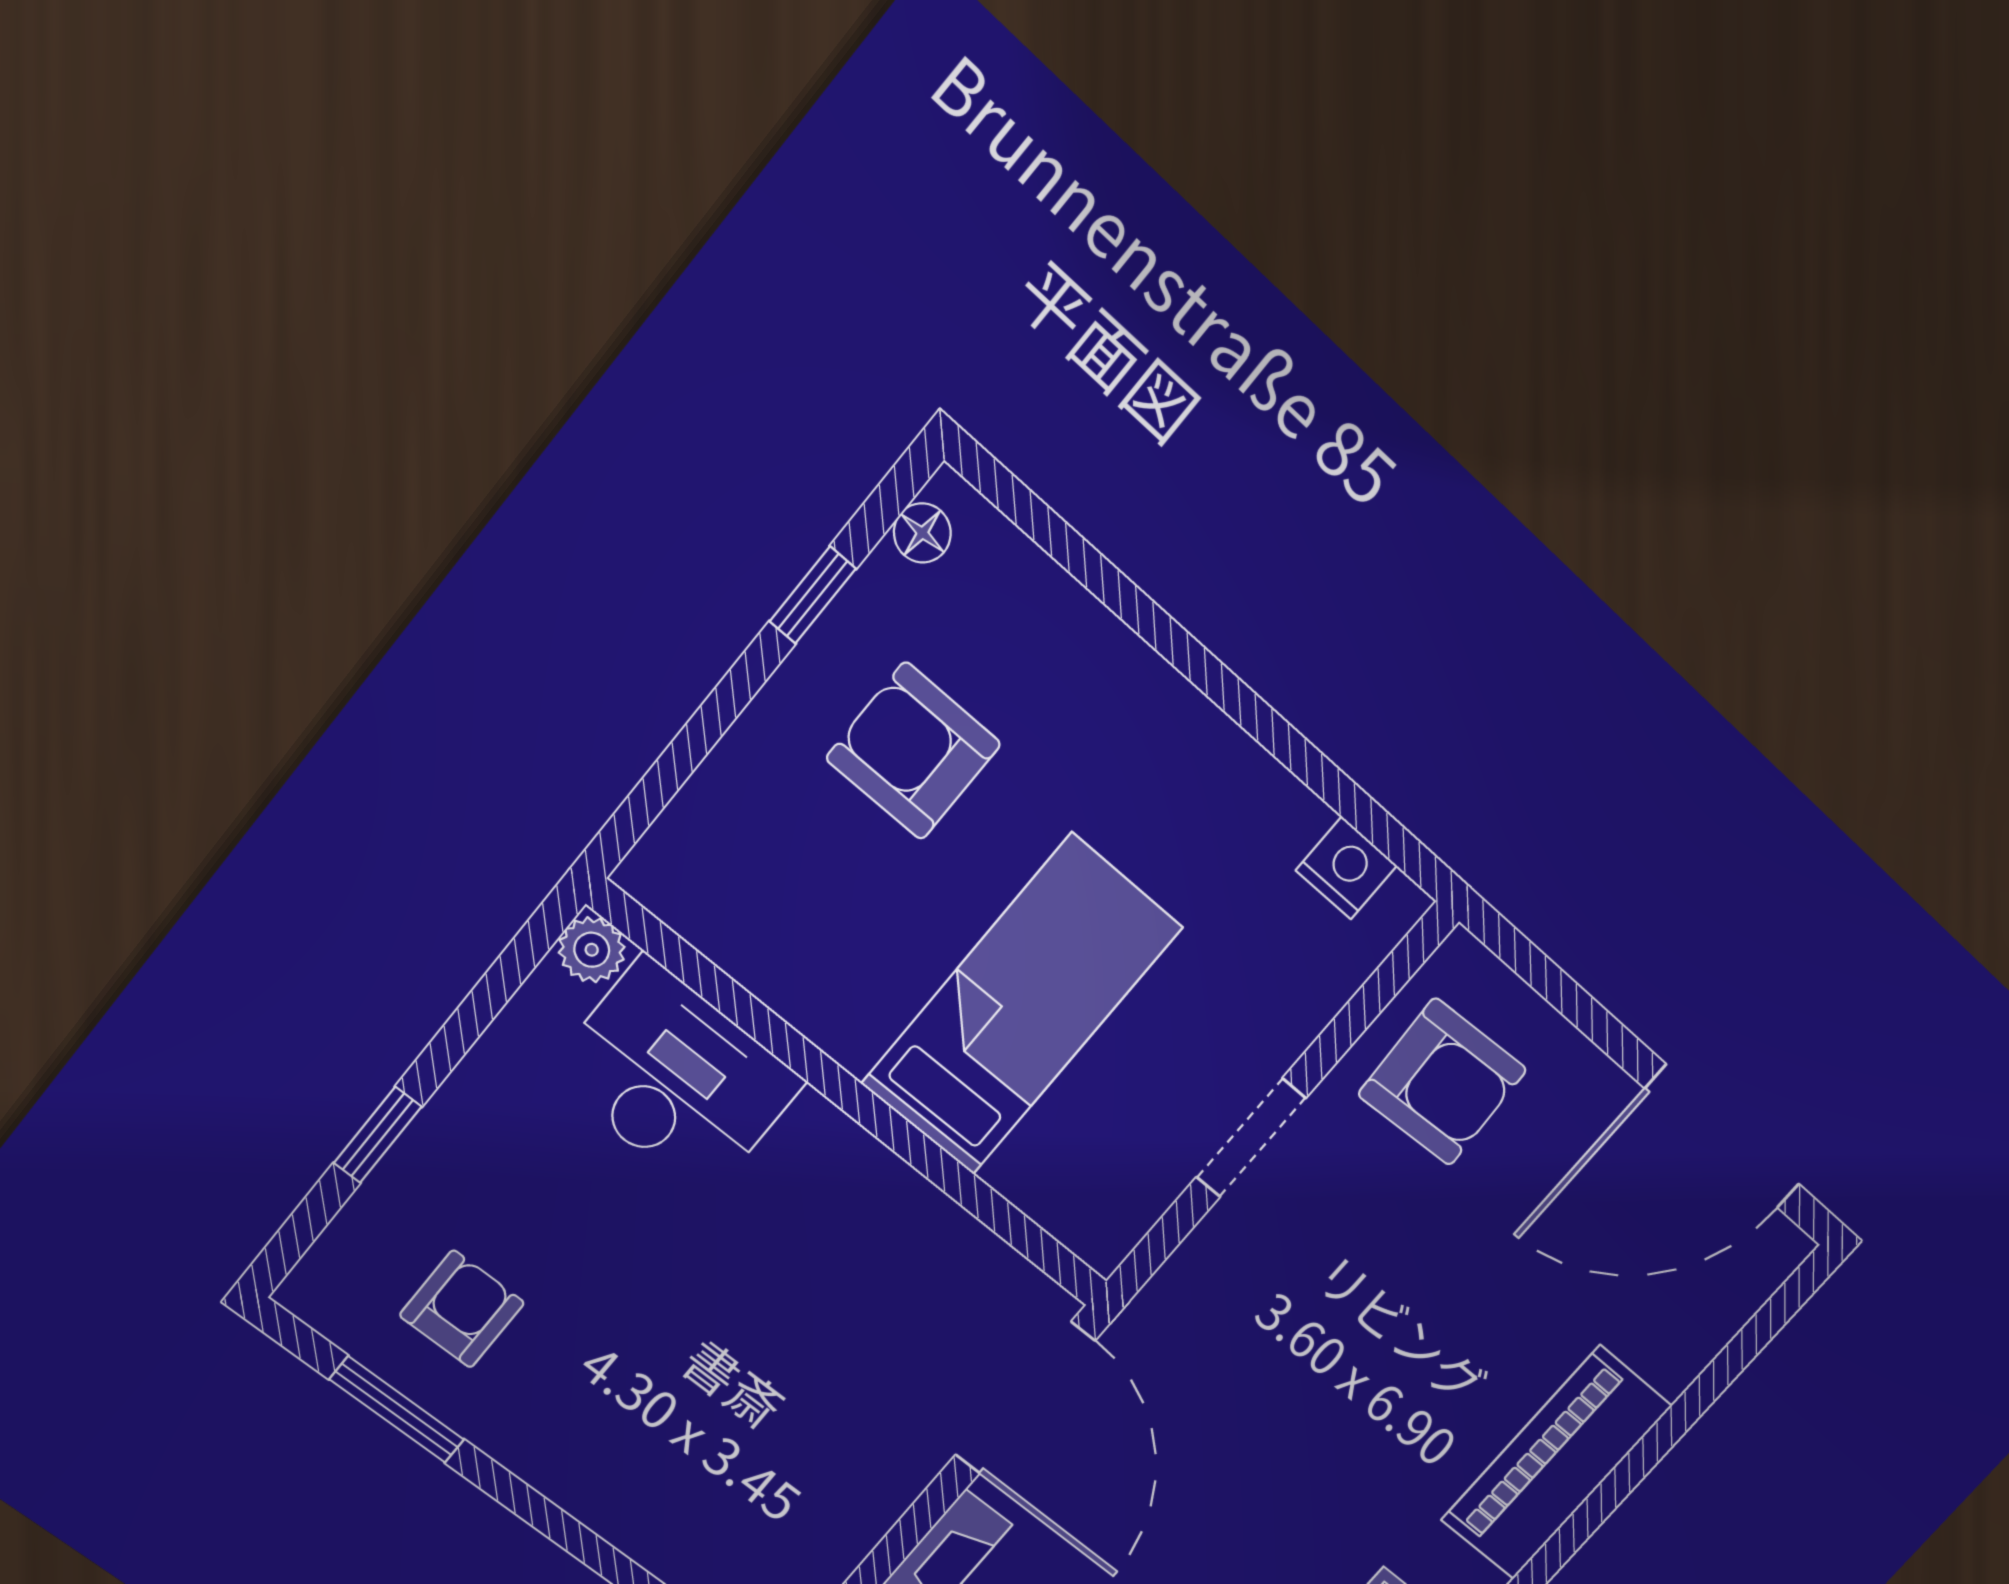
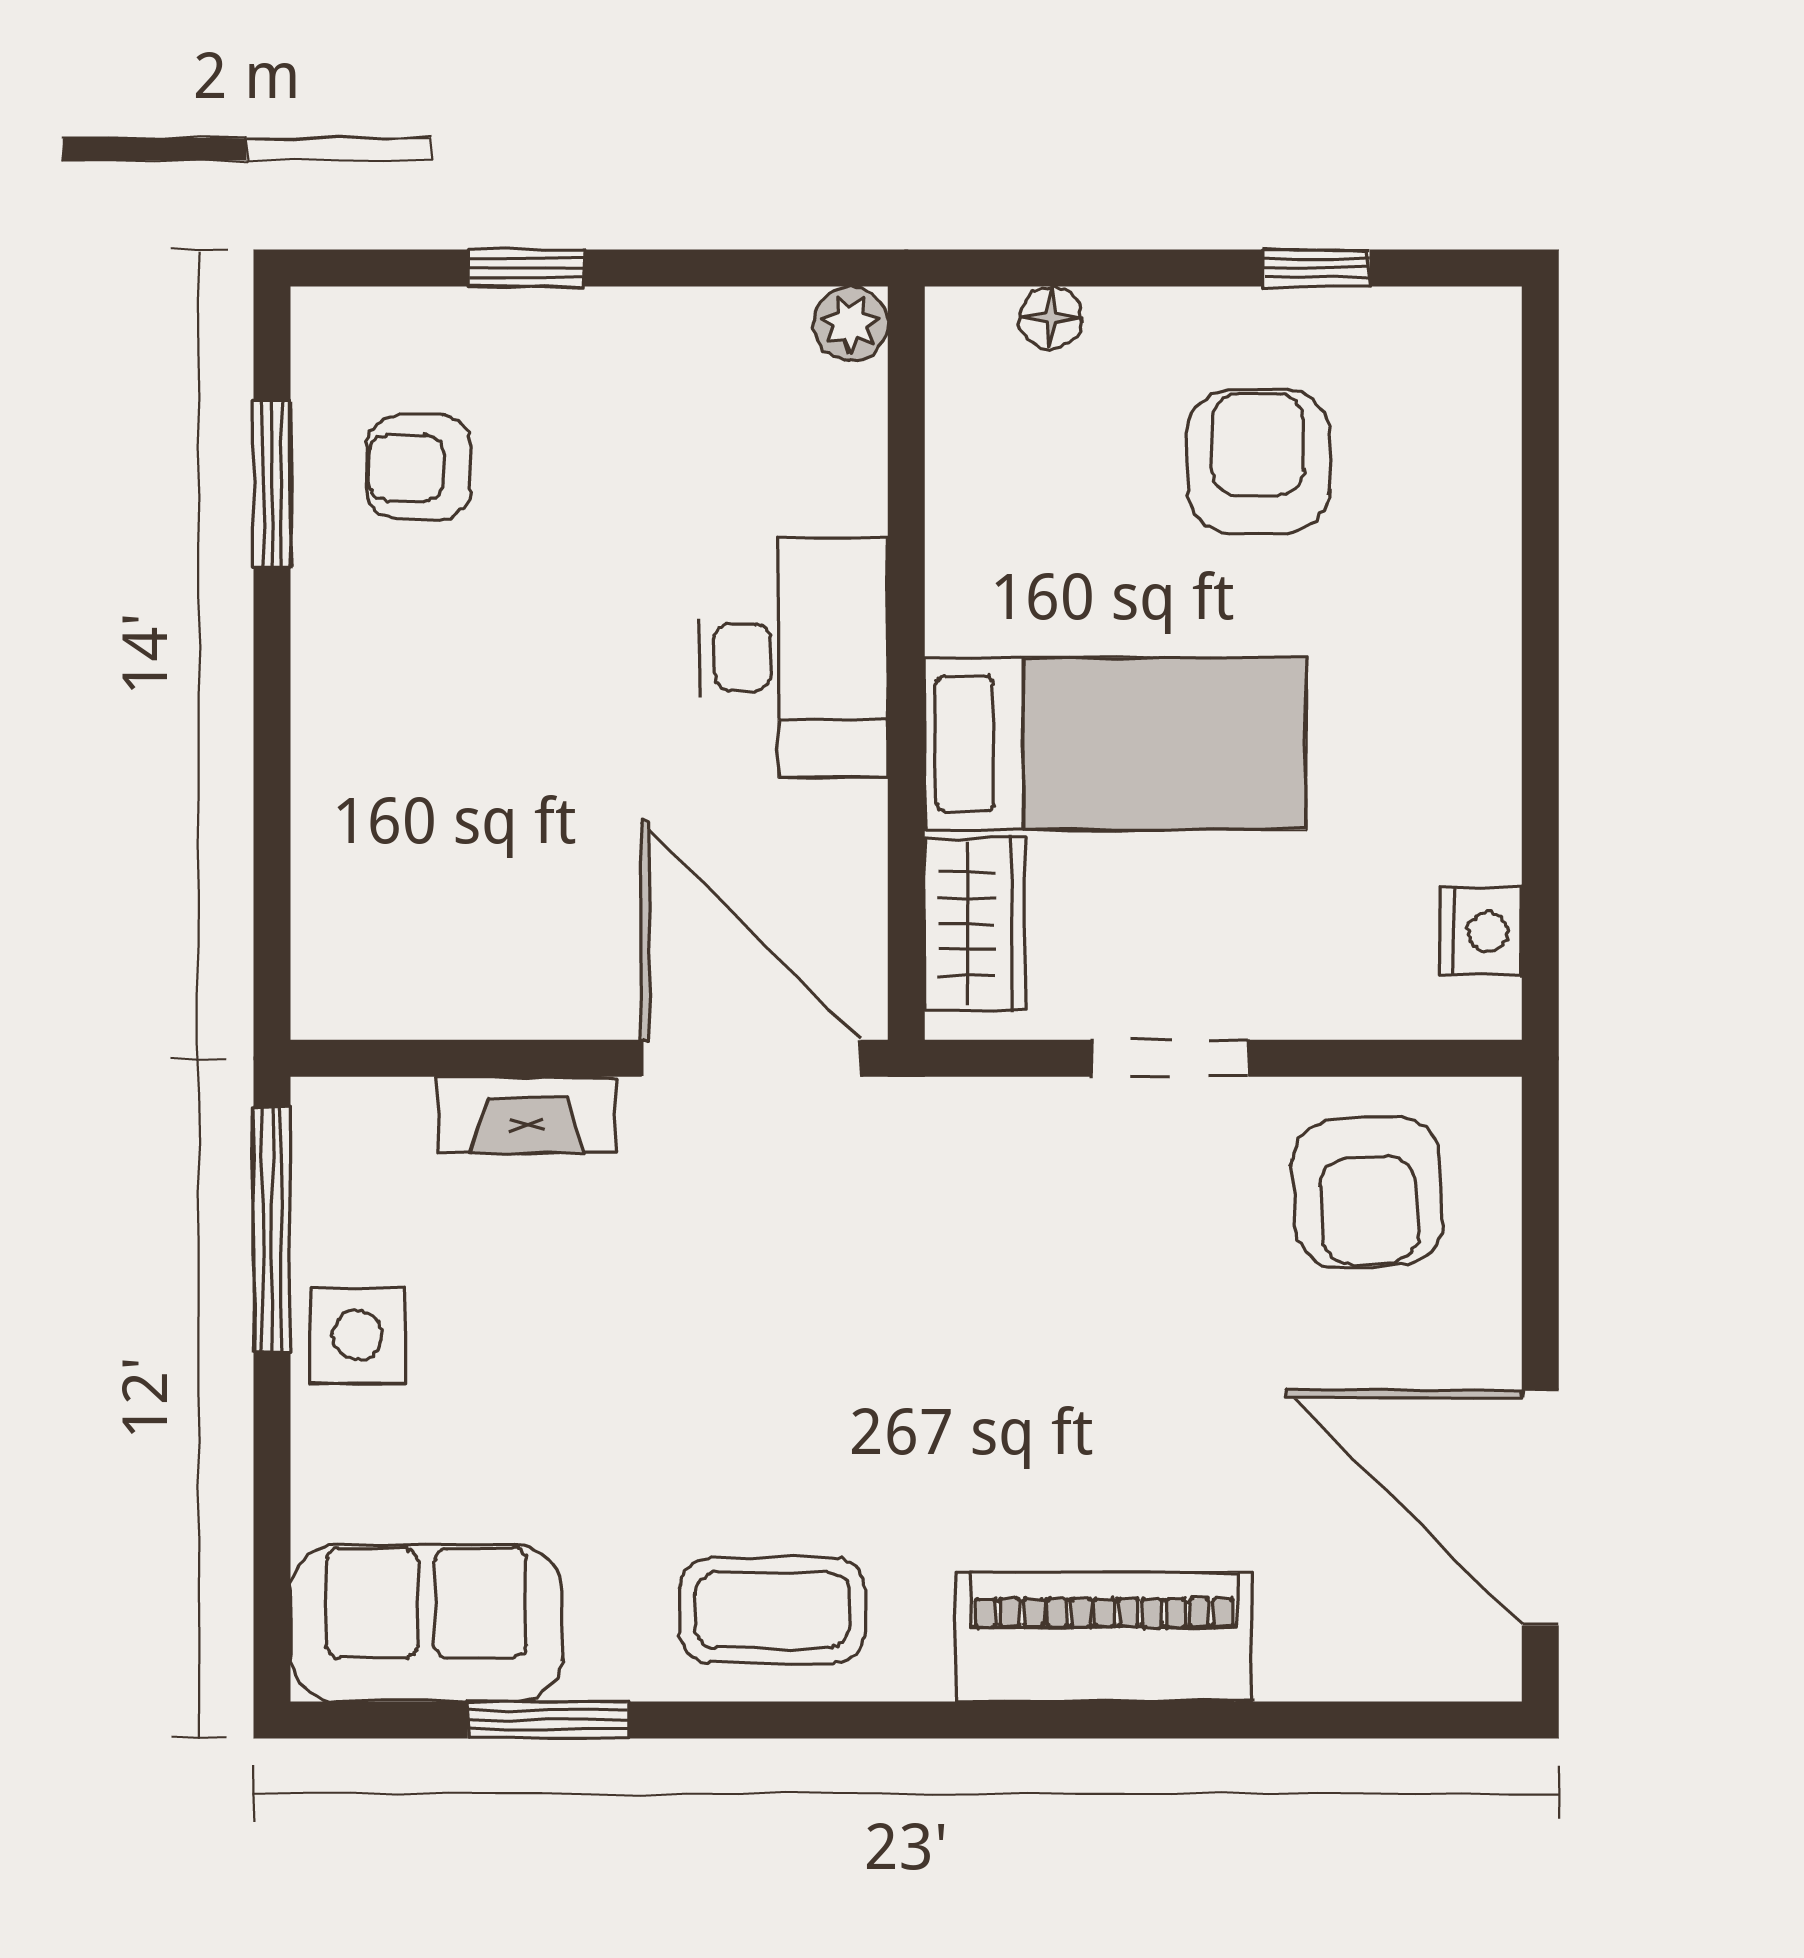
floor lamp: (922, 533) -> (1051, 318), moved
desk: (675, 1078) -> (793, 657), moved
wardrobe: (1061, 1191) -> (975, 924), added
armchair: (462, 1309) -> (419, 468), turned 180
door: (1025, 1398) -> (751, 1058), swing flipped

